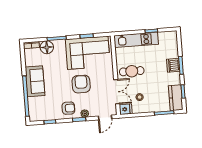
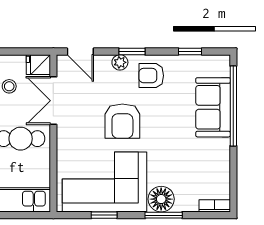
floor lamp: (47, 47) -> (161, 199), moved
sofa: (35, 81) -> (213, 107), moved
door: (105, 117) -> (80, 51), swing flipped

